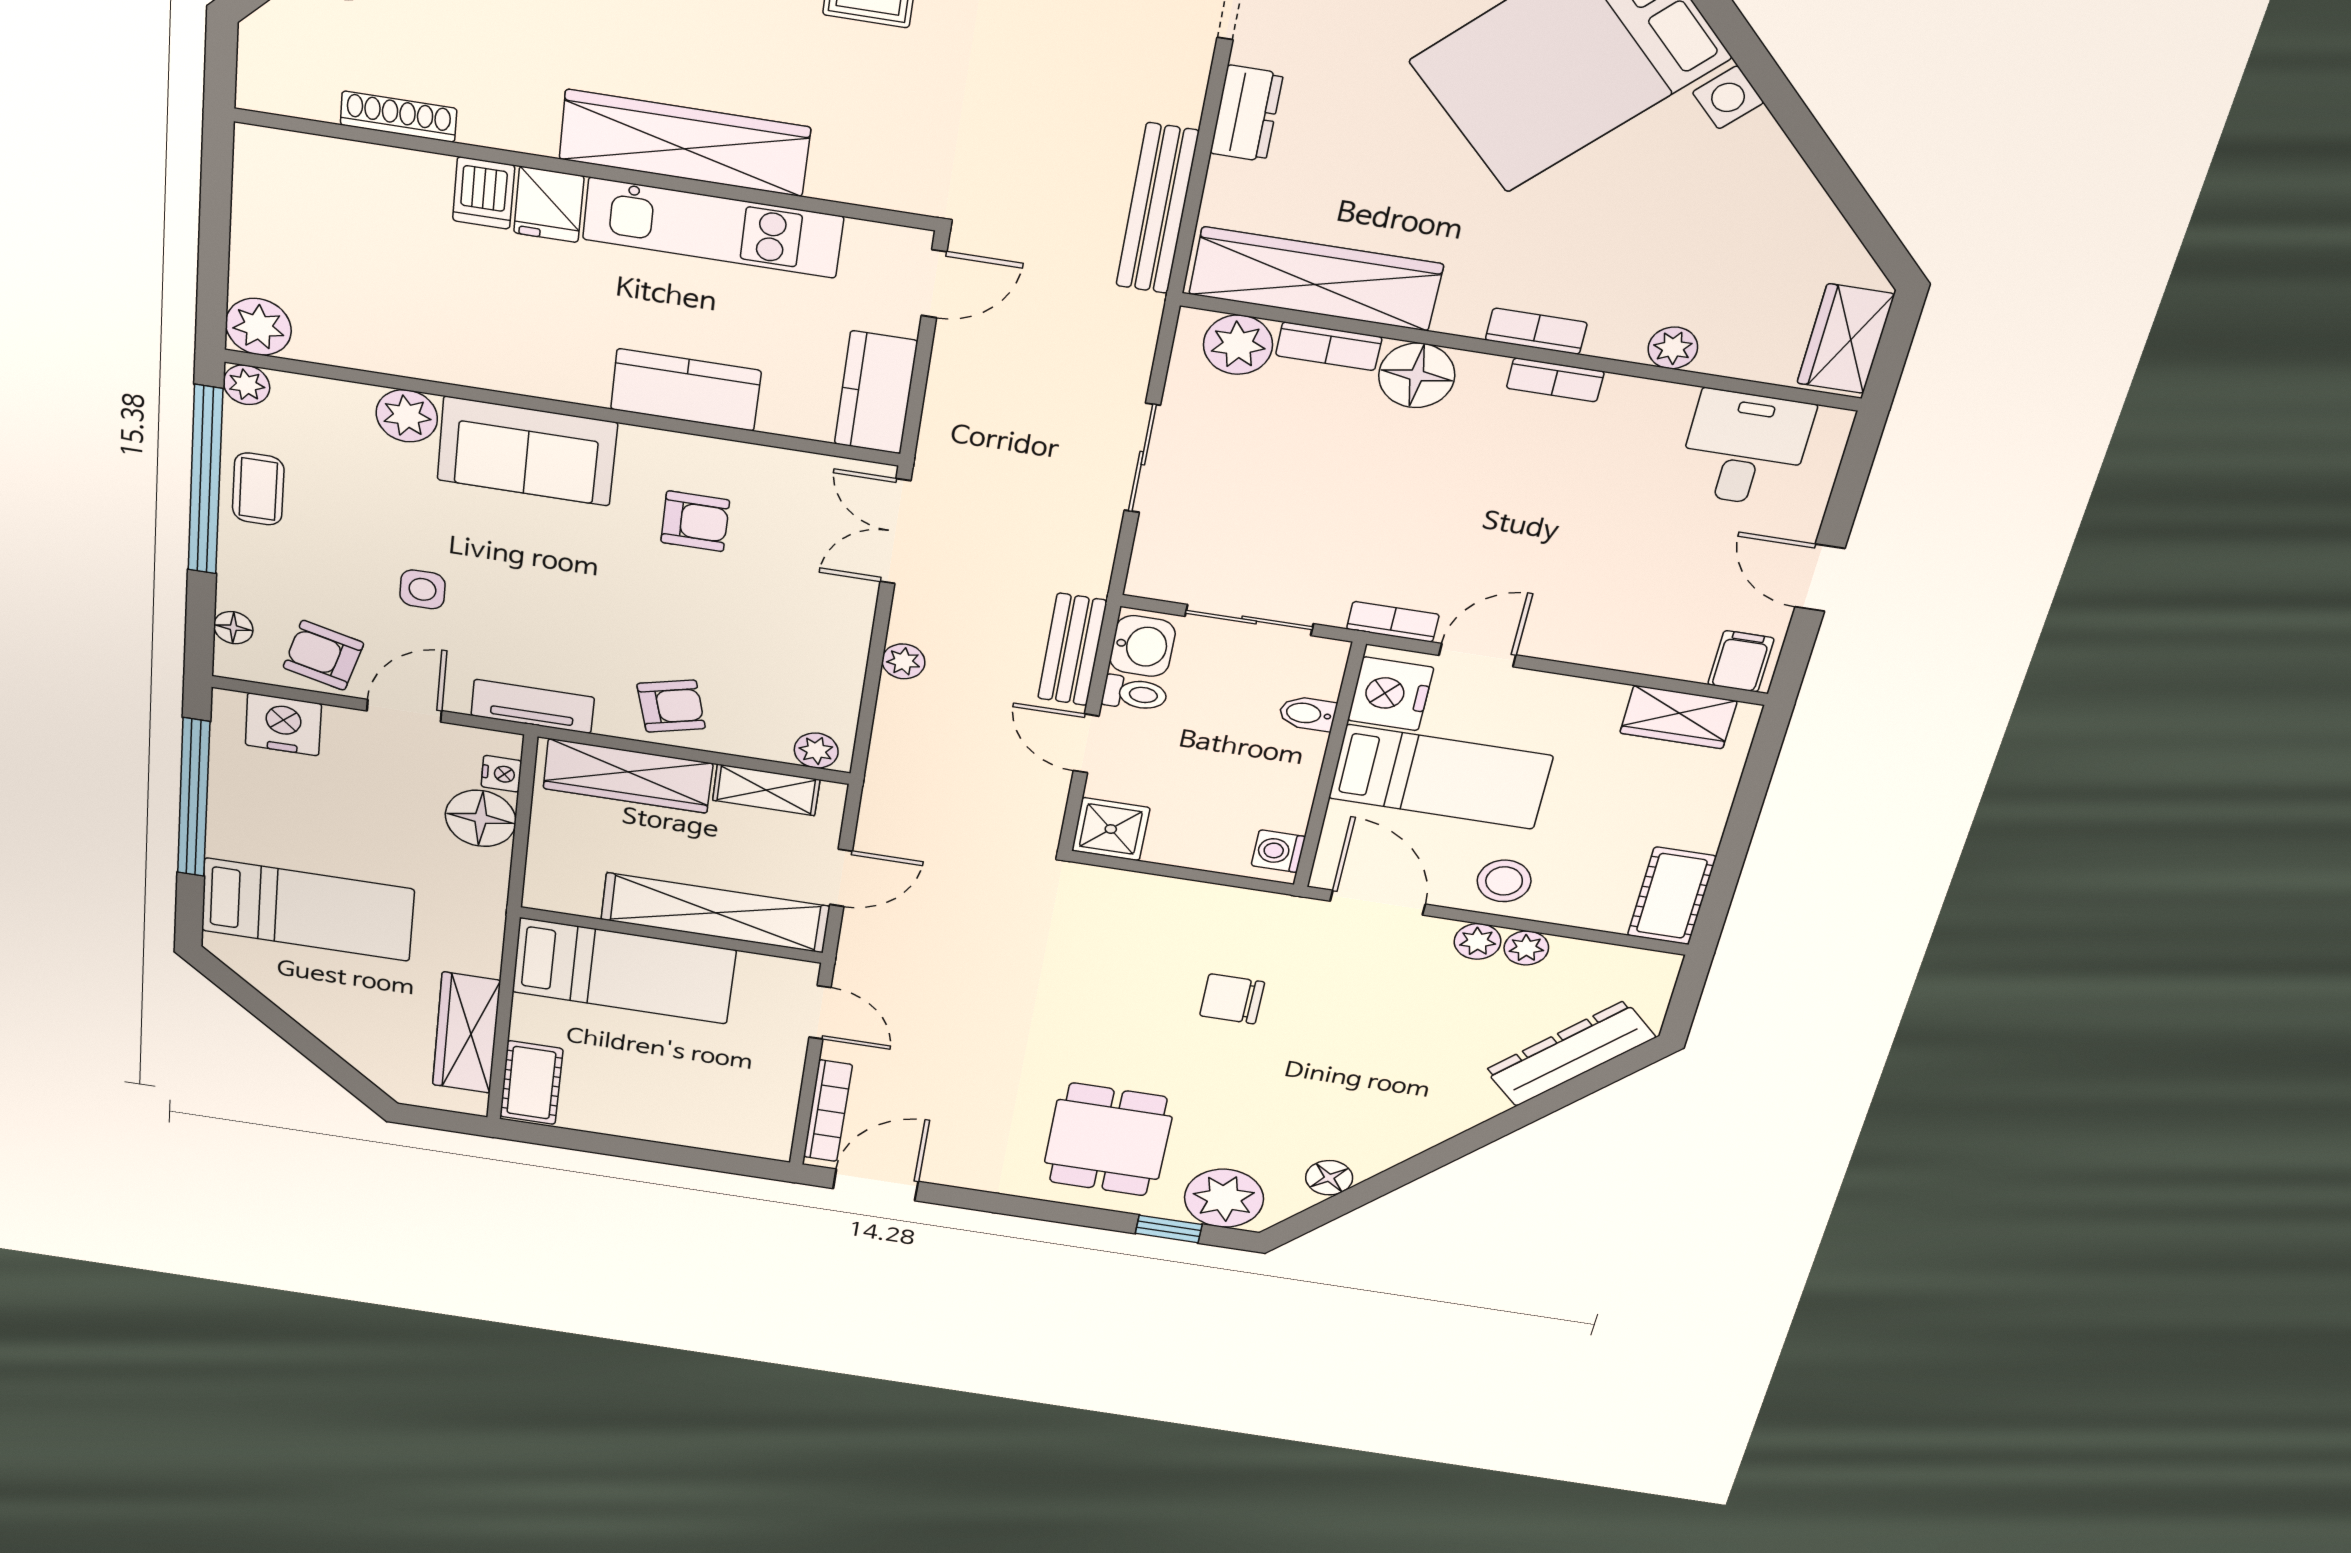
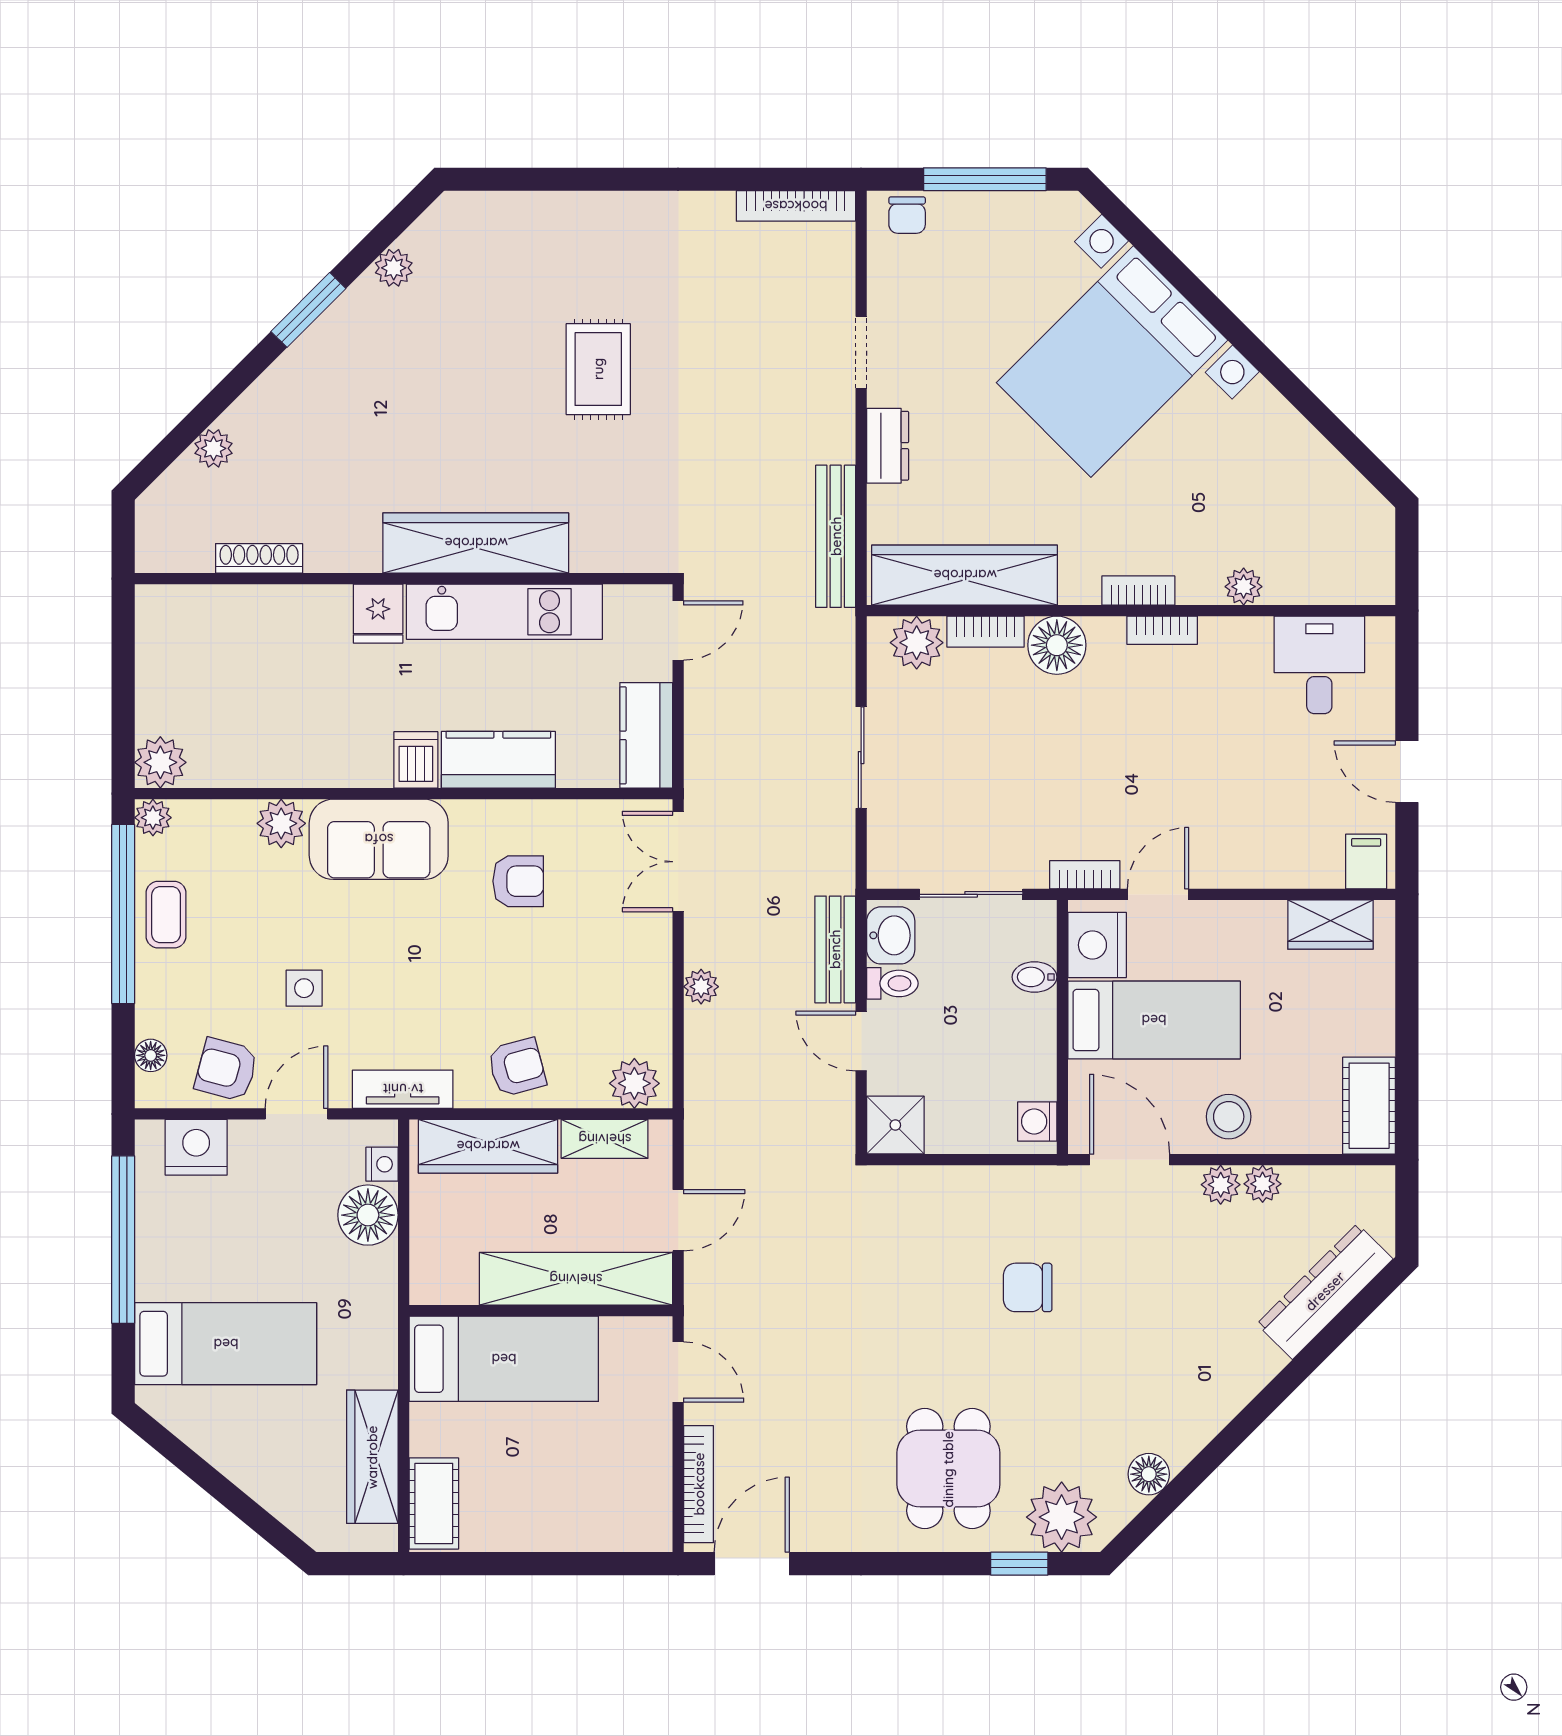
dishwasher: (484, 193) -> (416, 760), moved, turned 180
wardrobe: (1846, 339) -> (1369, 556), removed
plant: (816, 751) -> (634, 1083), width x1.38, depth x1.38

